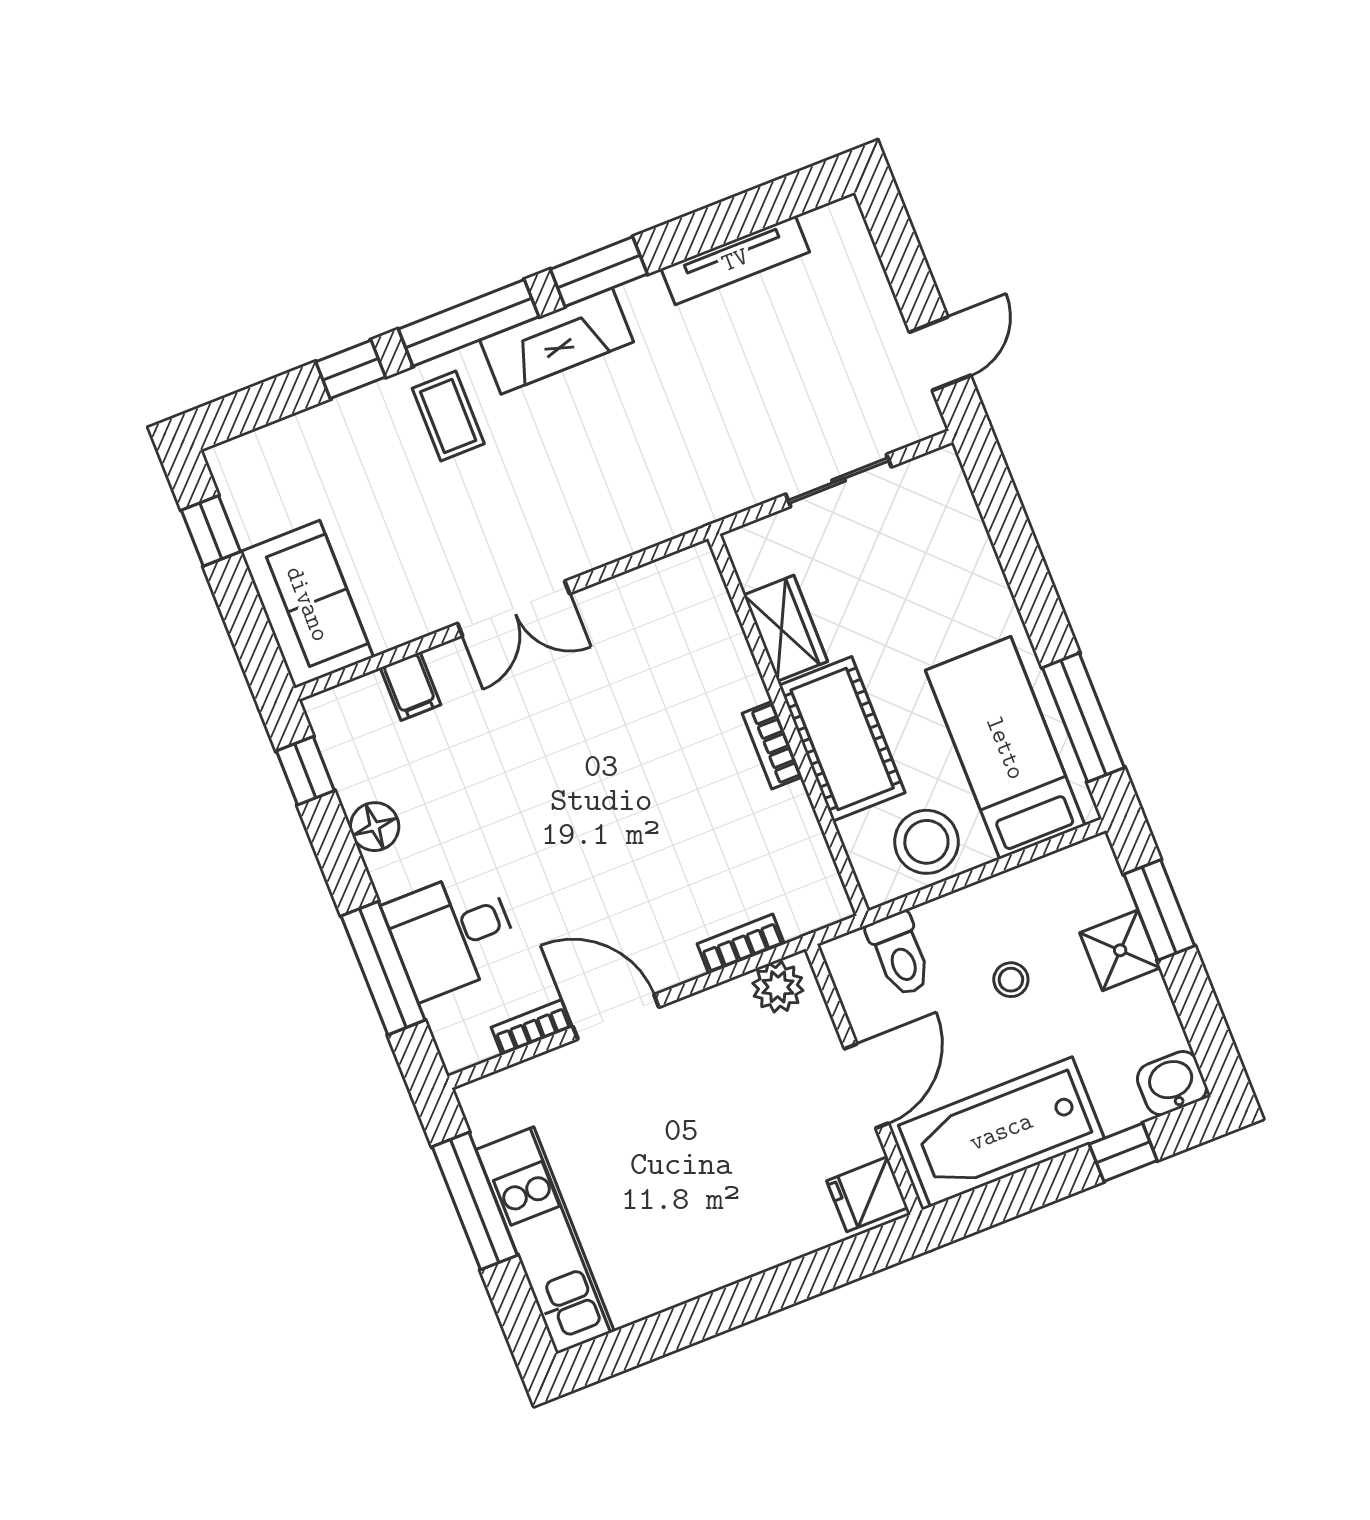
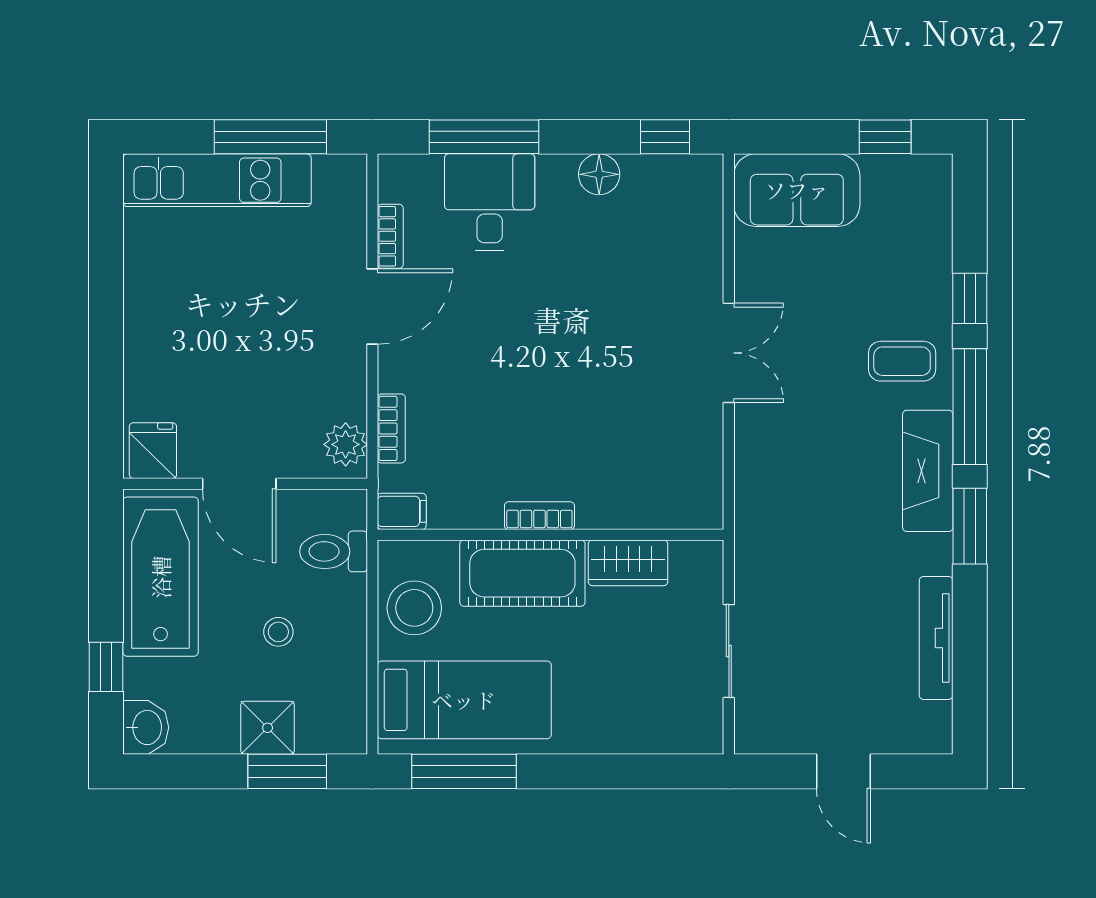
door: (940, 354) -> (843, 771), moved
double door: (514, 609) -> (729, 353), swing flipped
filing cabinet: (410, 686) -> (402, 511), moved, turned 180

